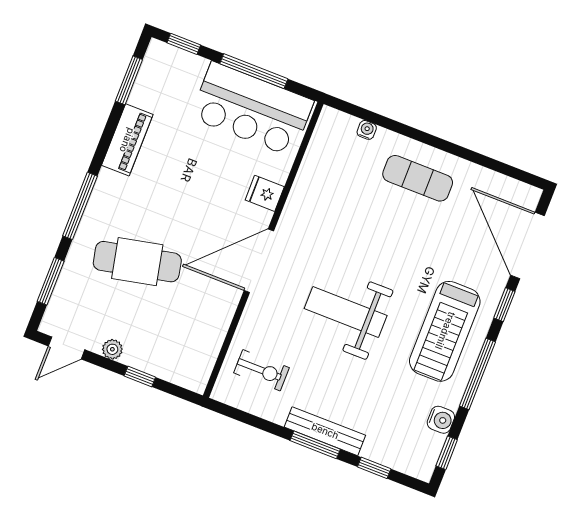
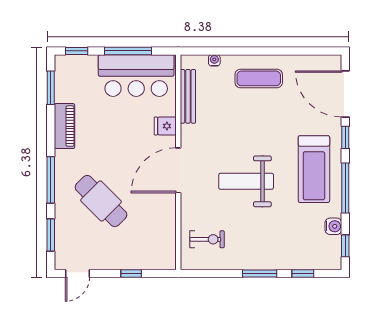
cafe table: (137, 262) -> (101, 201), turned 57
plant: (112, 349) -> (107, 263), removed
bench: (325, 431) -> (188, 96), moved, turned 90

